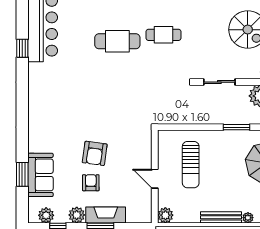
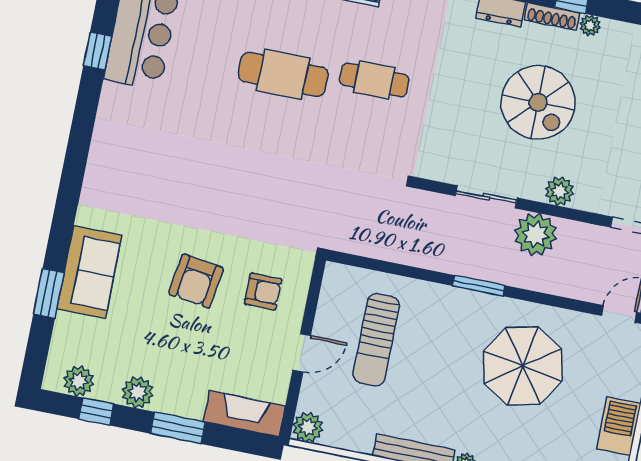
sliding door: (219, 82) -> (486, 197), moved
sofa: (40, 175) -> (89, 272), moved
door: (155, 179) -> (302, 353), swing flipped
armchair: (91, 183) -> (263, 291), moved, turned 90
fireplace: (106, 215) -> (244, 414), moved

